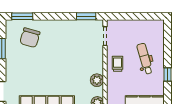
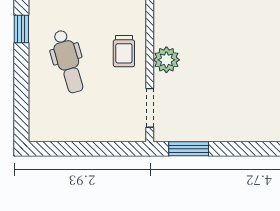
plant: (97, 80) -> (166, 60), moved

